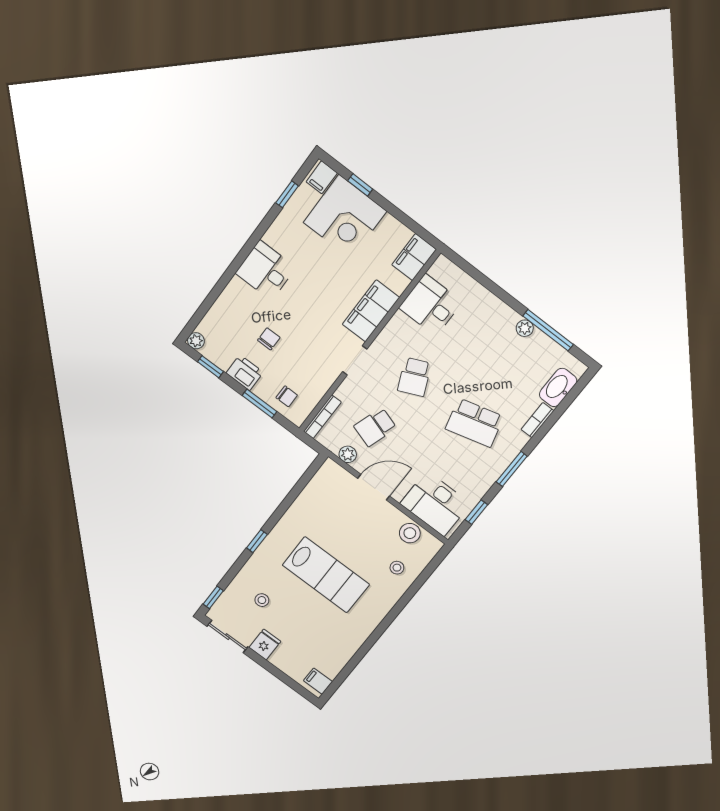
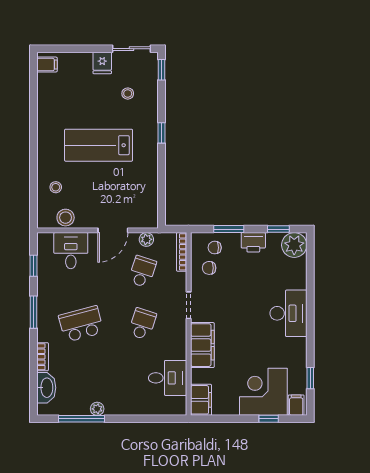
desk: (266, 270) -> (288, 313), width x1.37
chair: (269, 339) -> (209, 268), moved, turned 90
plant: (196, 341) -> (294, 245), width x1.88, depth x1.88
school desk: (414, 377) -> (142, 324), turned 42
desk: (435, 504) -> (71, 251), width x0.73

